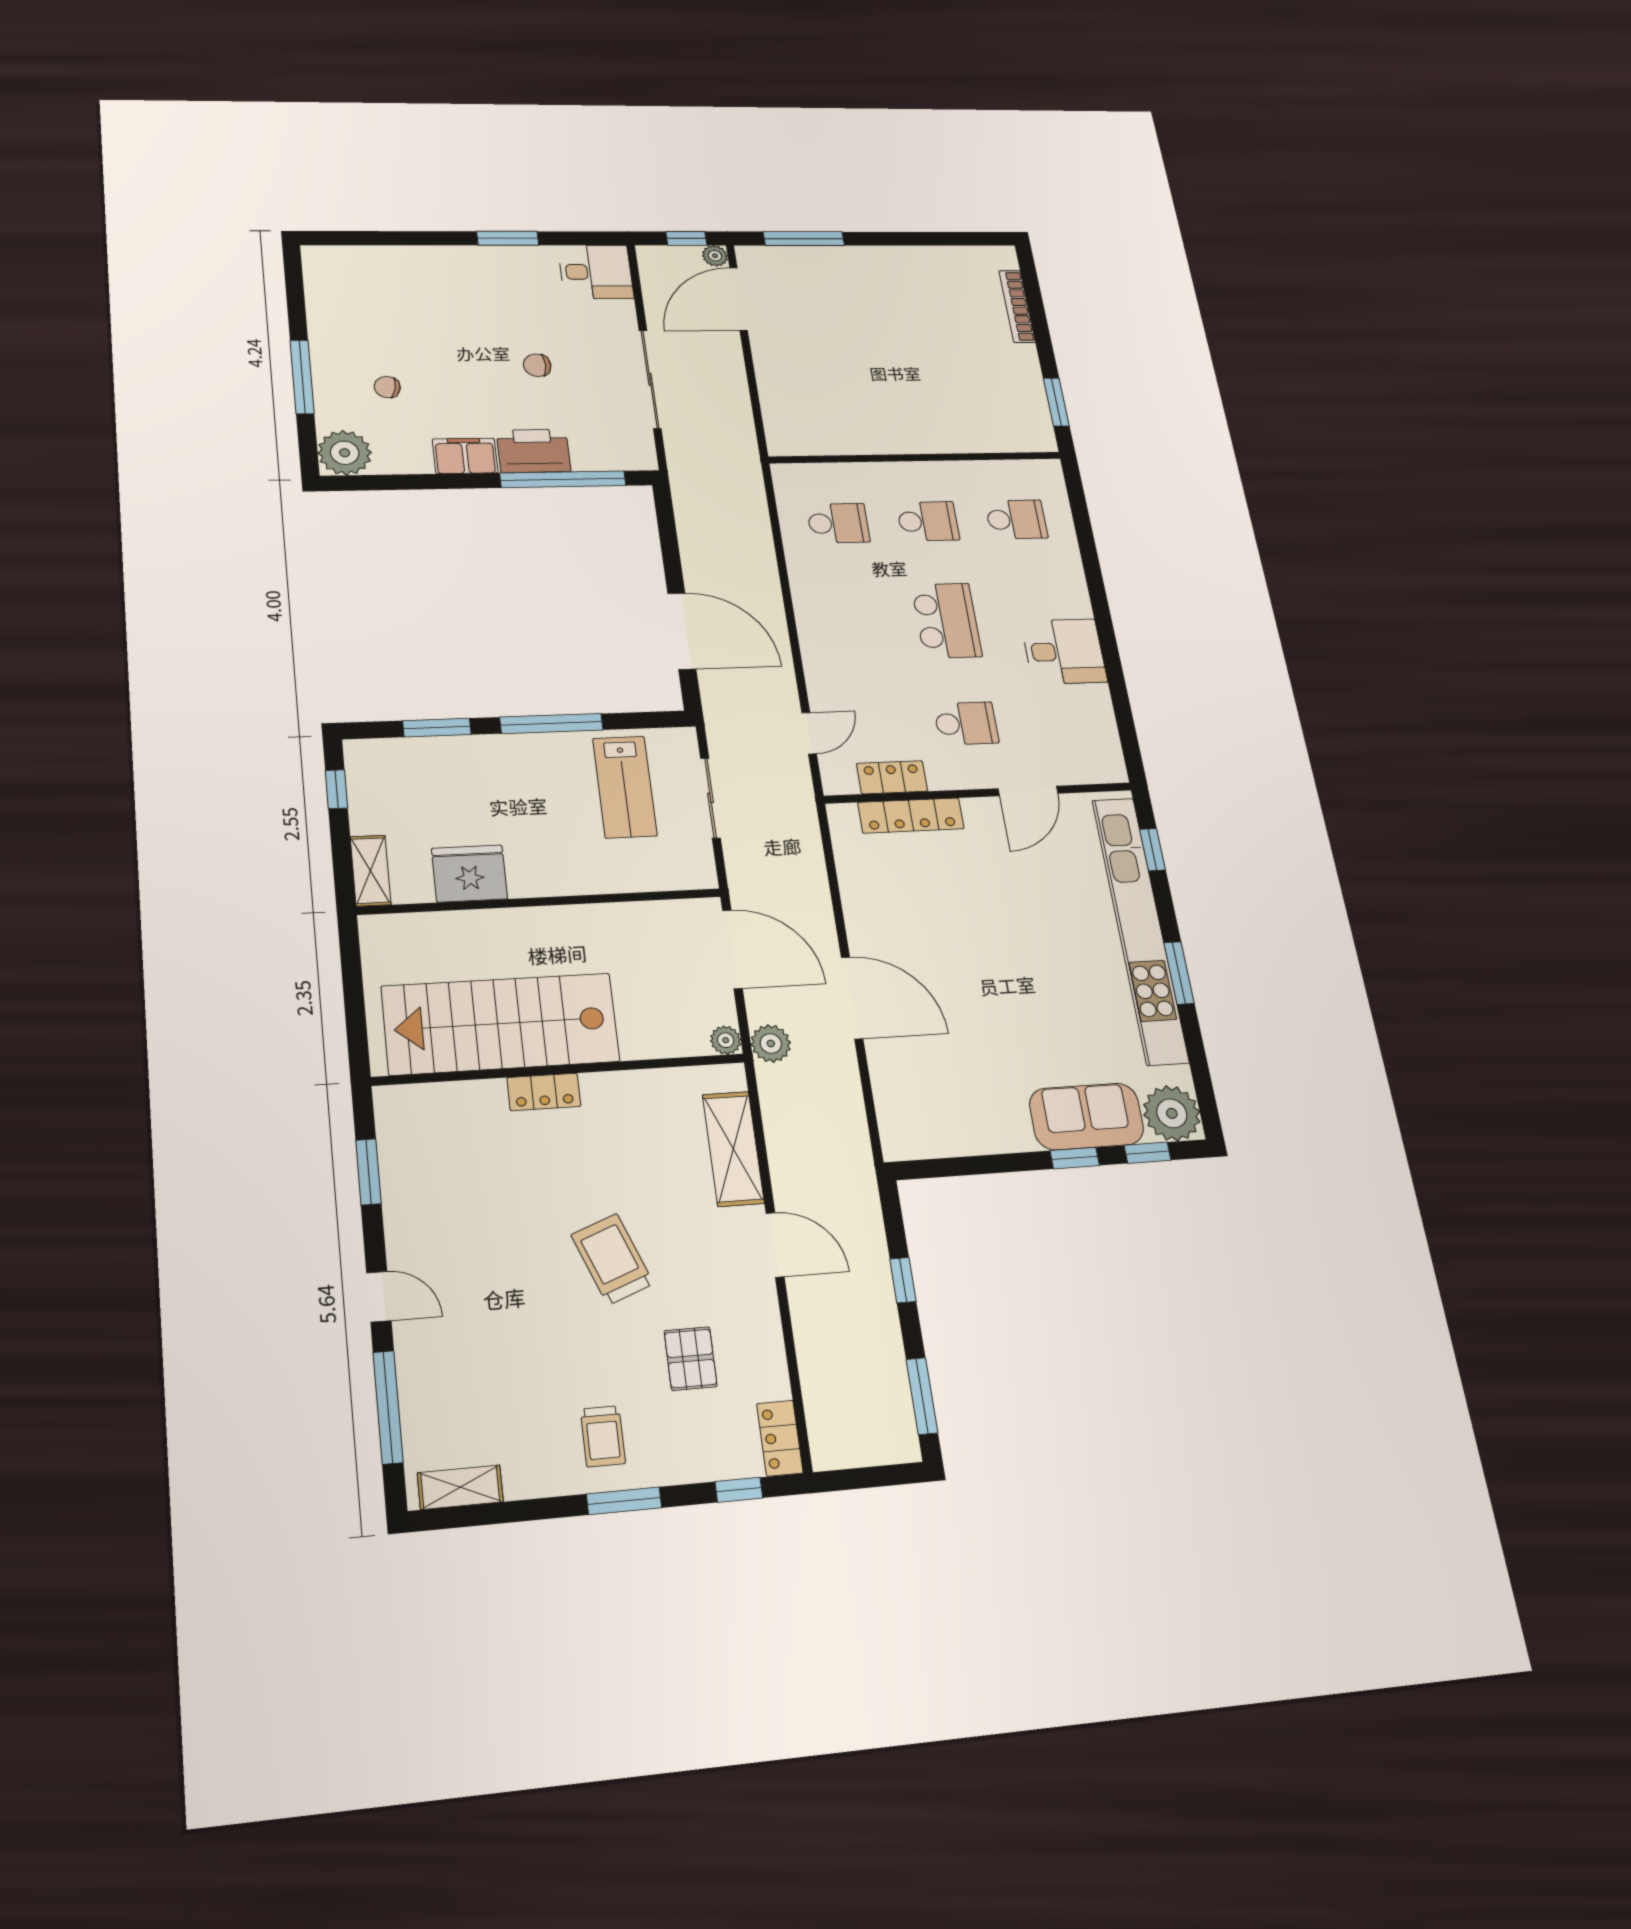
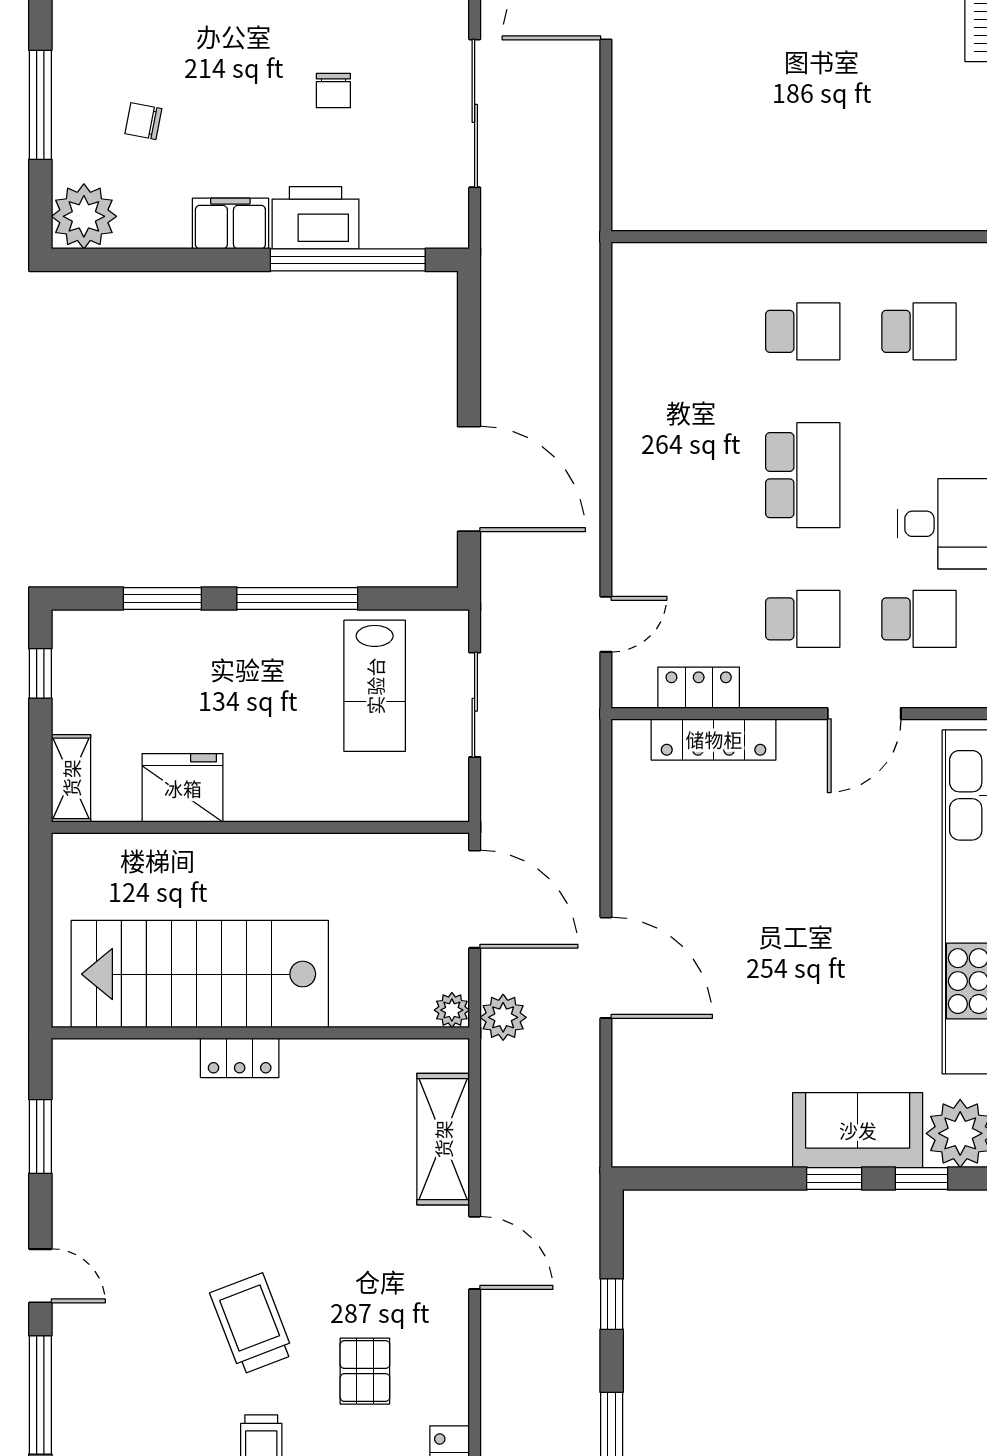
chair: (537, 365) -> (333, 91), turned -90
school desk: (838, 523) -> (919, 619), moved
trolley: (612, 1259) -> (252, 1324), moved

